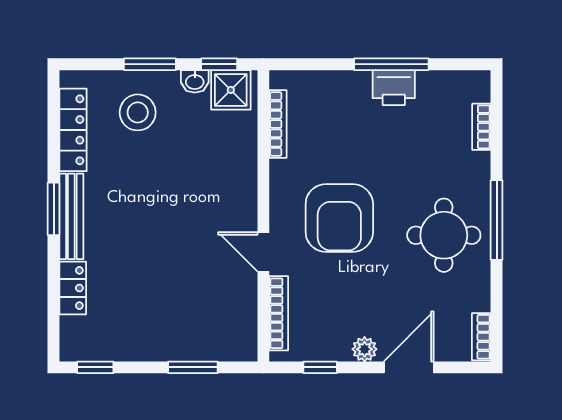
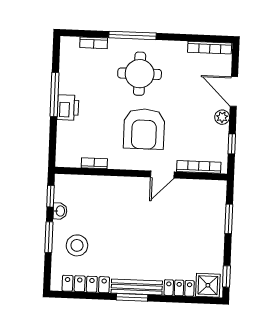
printer: (394, 88) -> (68, 107), moved
shower: (231, 90) -> (208, 285), moved
bookcase: (278, 124) -> (94, 163), width x0.64
armchair: (339, 218) -> (144, 129), turned 90
window: (497, 220) -> (133, 35), moved
round table: (444, 235) -> (140, 74), moved
bookcase: (481, 337) -> (210, 48), width x1.56

